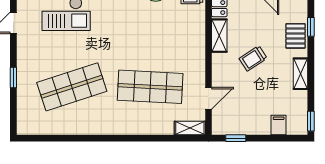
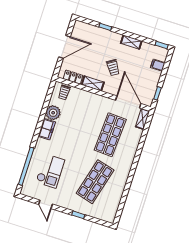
pallet: (296, 36) -> (108, 38), removed
shop shelf: (72, 87) -> (95, 182), turned 33
door: (209, 98) -> (128, 102), width x1.87

